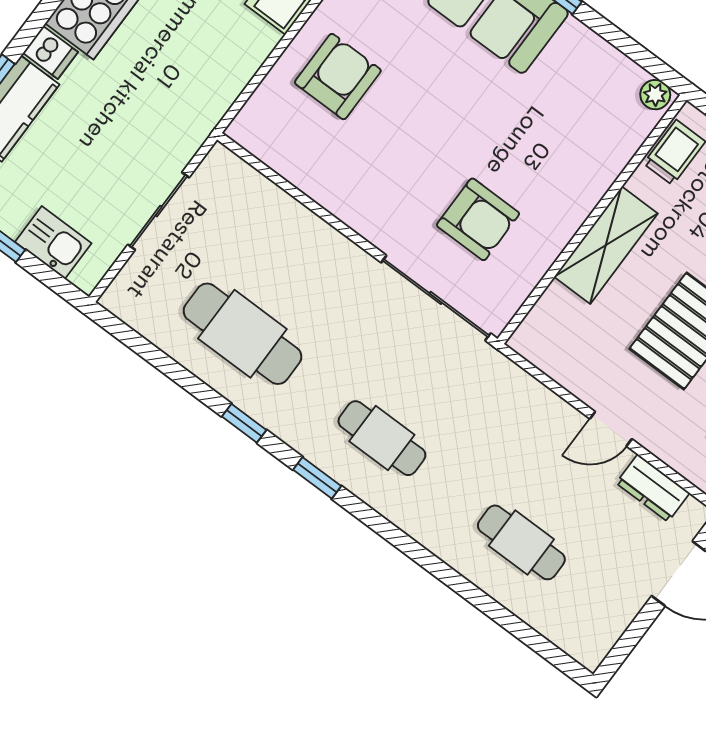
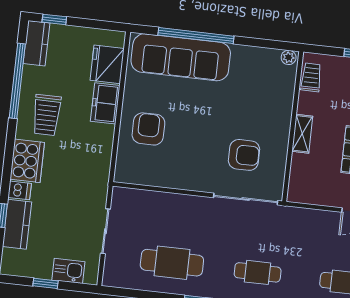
shelving: (606, 245) -> (302, 134), width x0.67, depth x0.75

